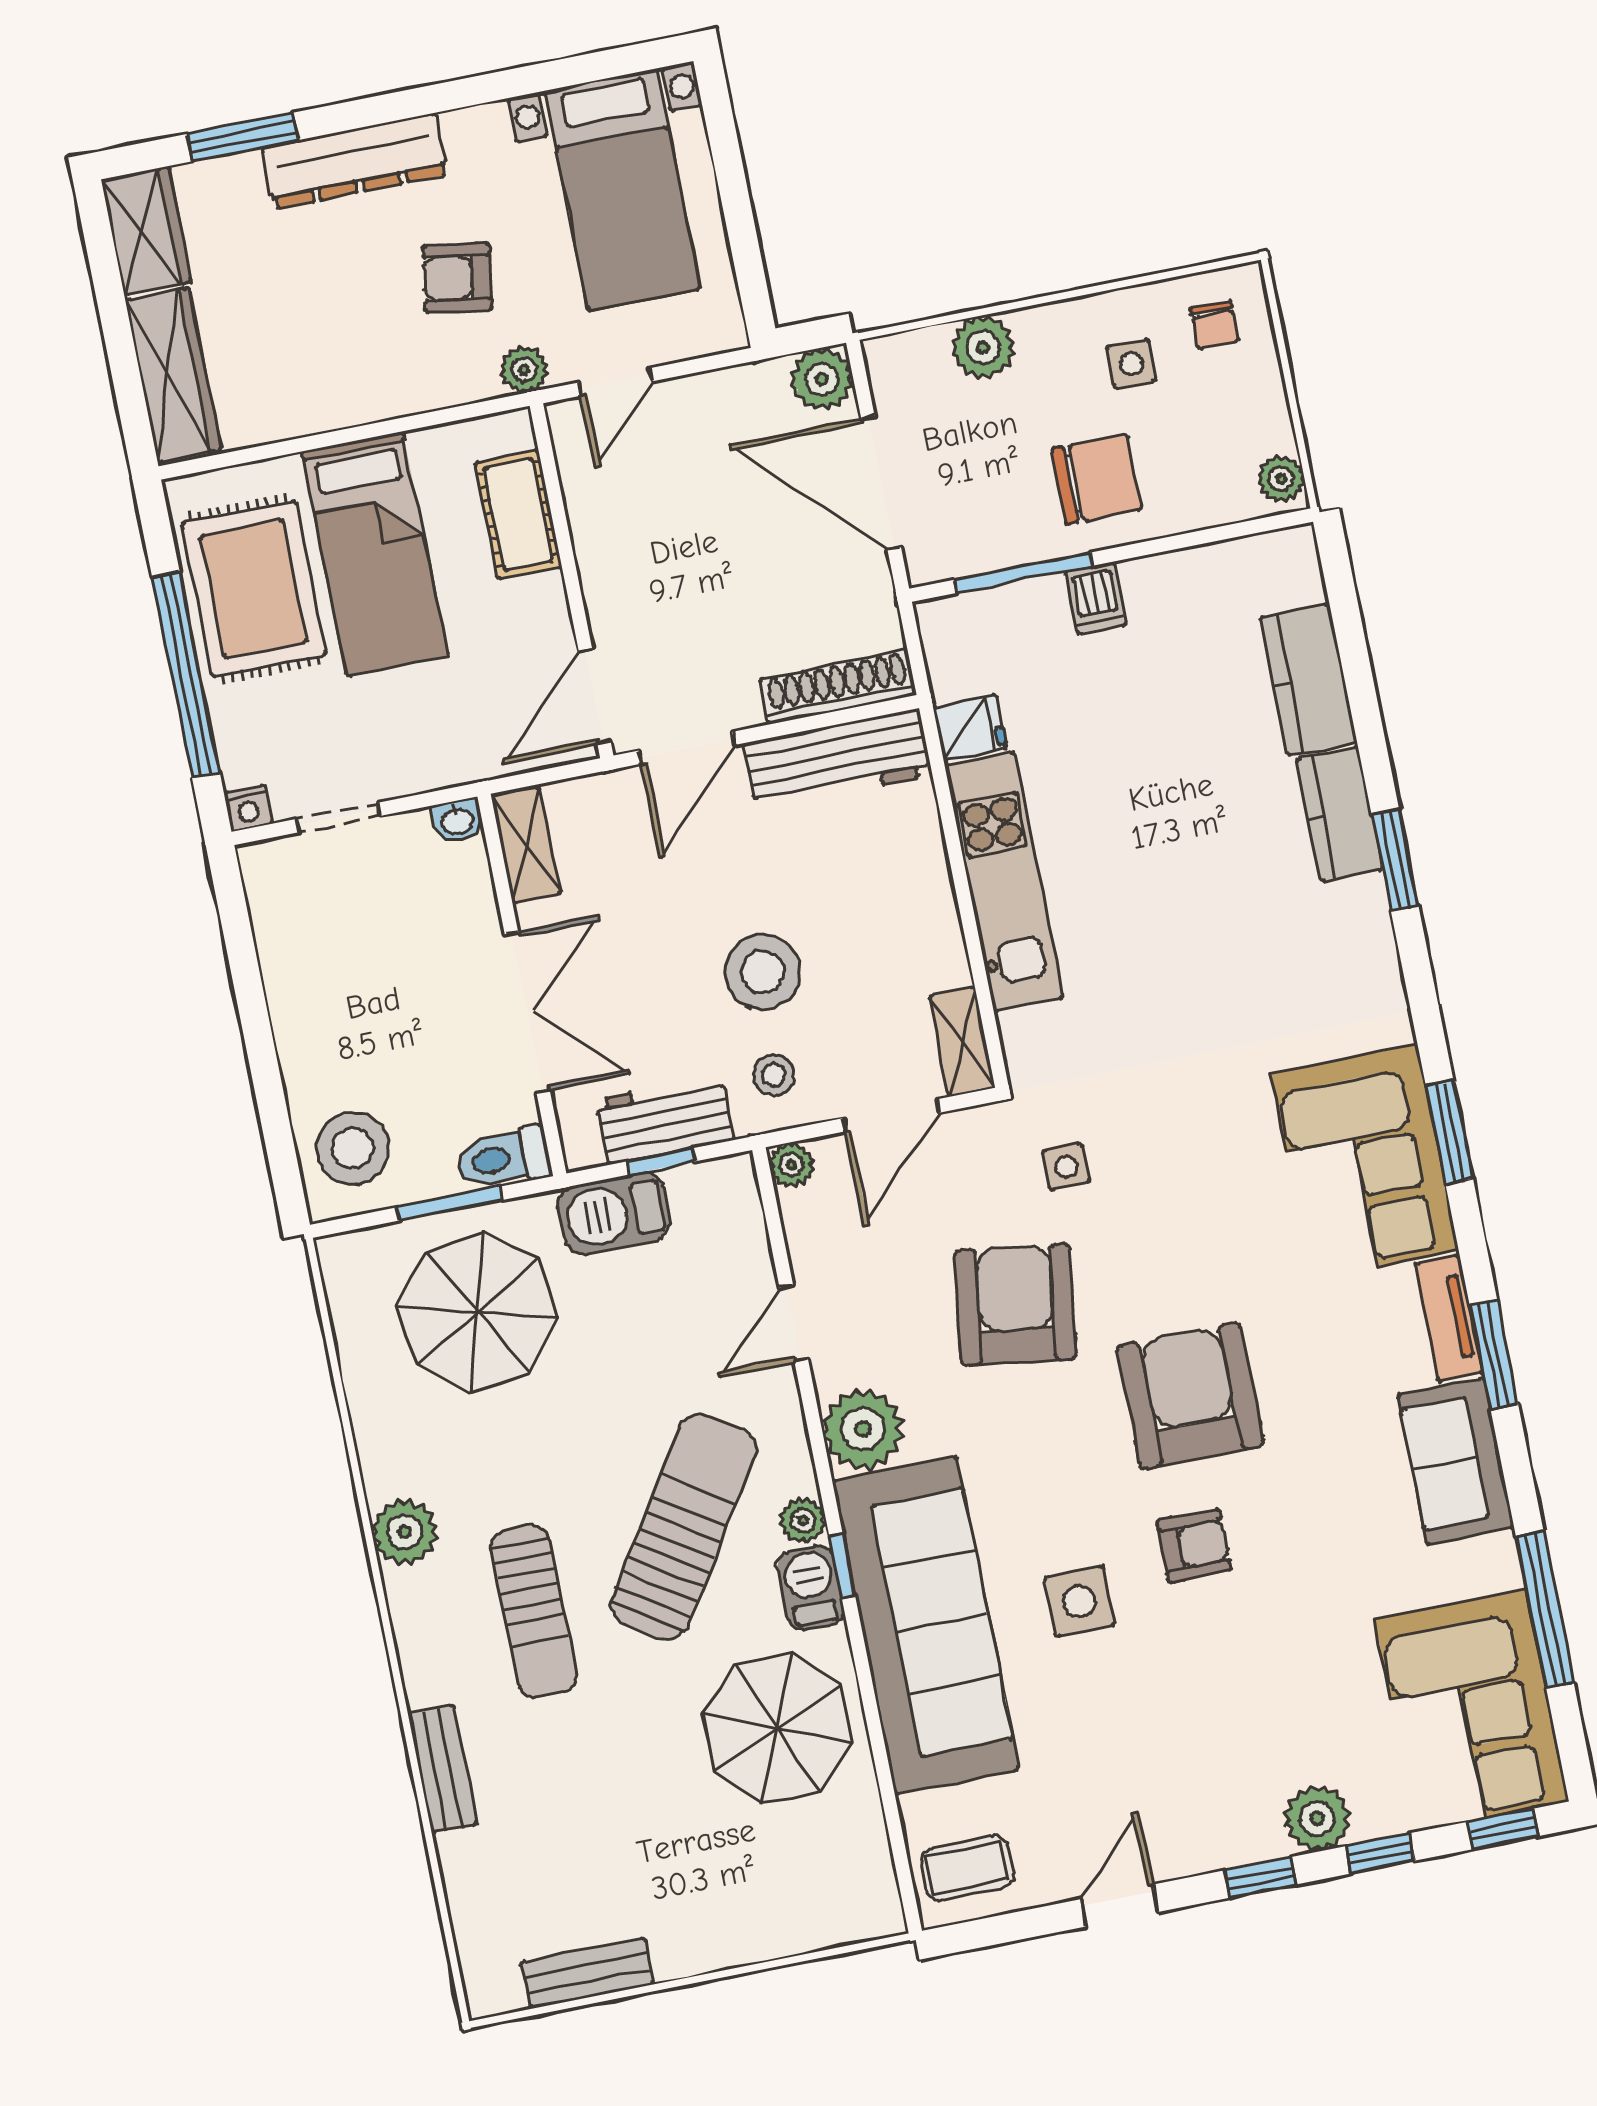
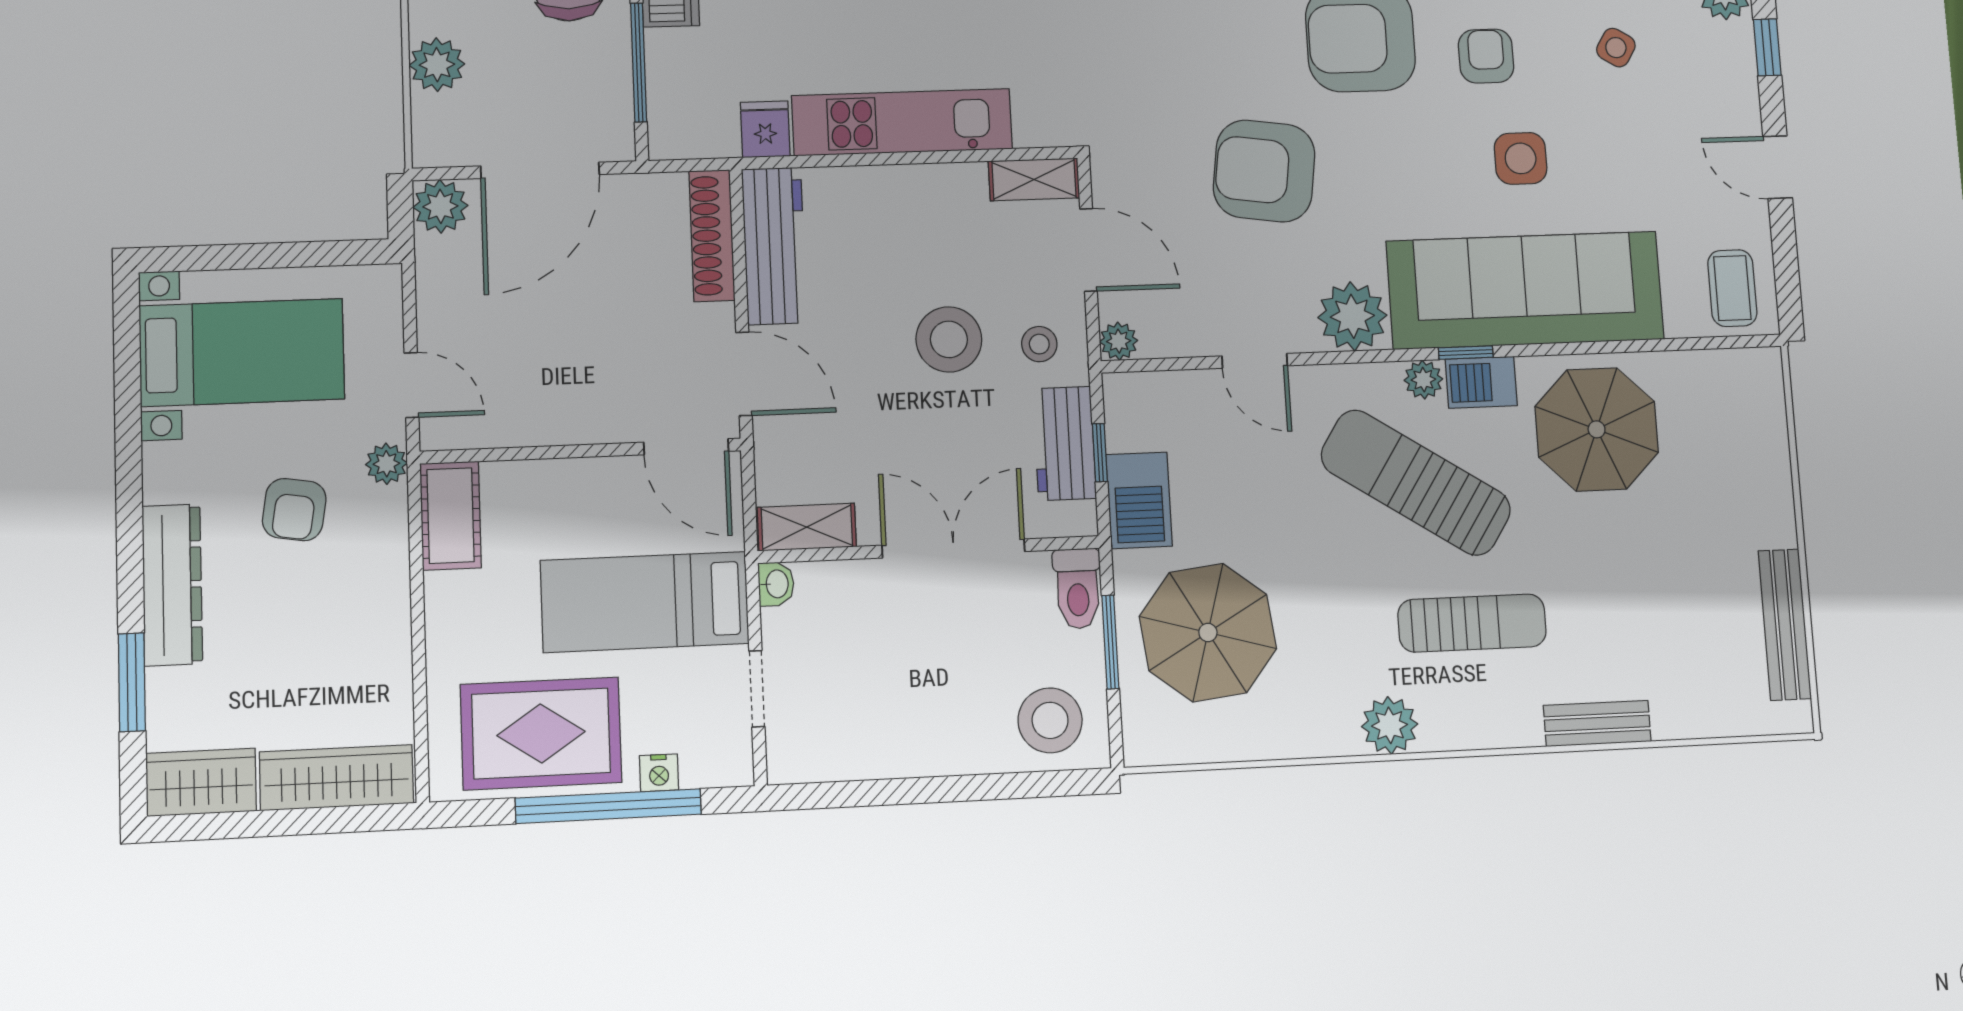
cot: (518, 514) -> (451, 516), moved, turned 90
bed: (375, 554) -> (645, 602), moved, turned 180
nightstand: (248, 808) -> (659, 773), moved, turned 90
side table: (1066, 1167) -> (1616, 48), moved, turned 32
bench: (587, 1973) -> (1785, 625), width x1.36

